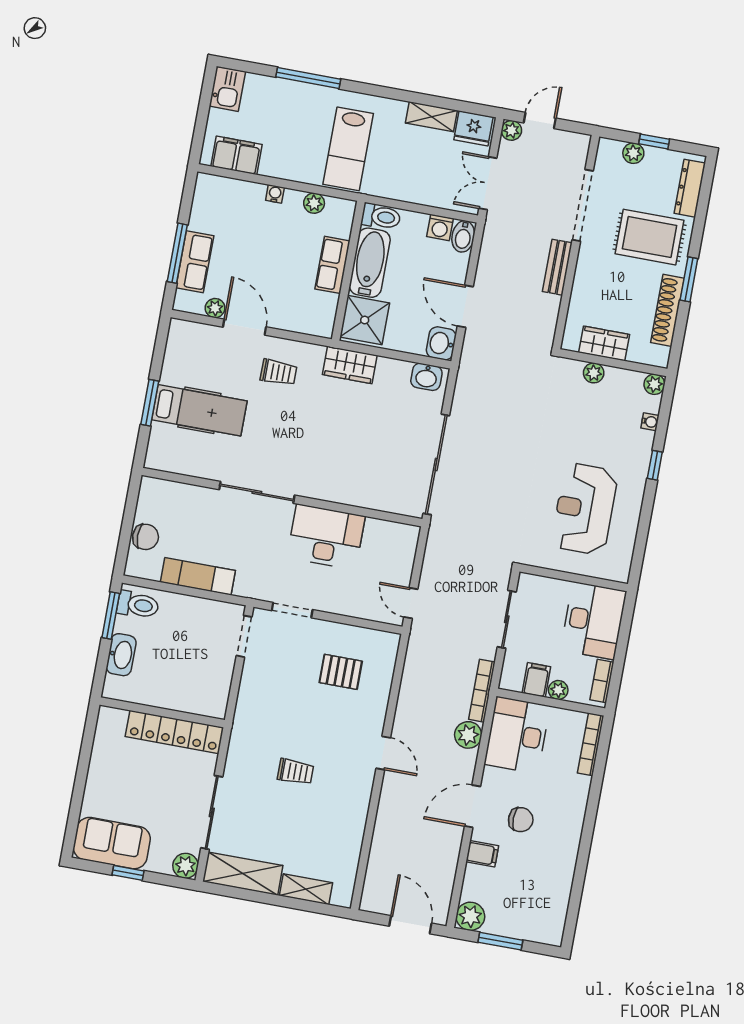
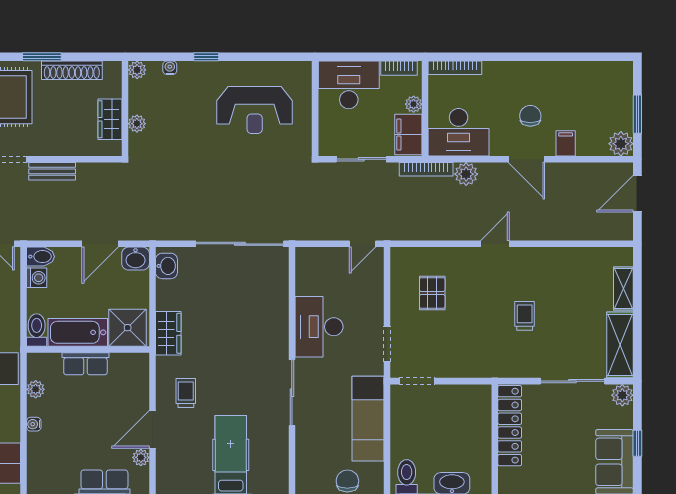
exam couch: (198, 576) -> (368, 419), width x1.36, depth x1.45
filing cabinet: (536, 680) -> (408, 134), width x2.00

